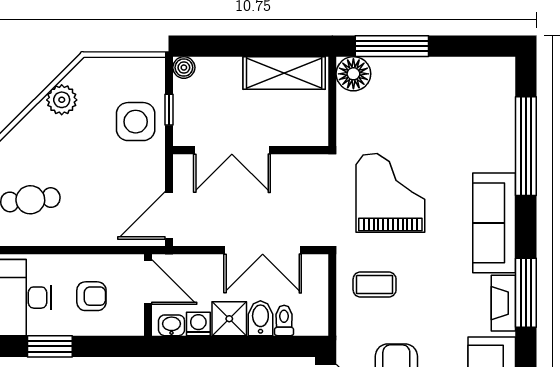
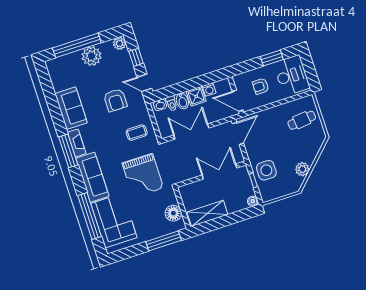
floor lamp: (353, 74) -> (173, 213), moved
corner sofa: (479, 121) -> (114, 221), added
washbasin: (172, 325) -> (160, 105), moved

